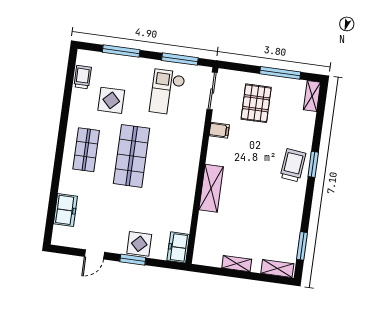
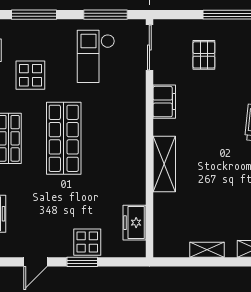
pallet: (256, 103) -> (204, 55), width x0.67, depth x0.71
filing cabinet: (219, 130) -> (164, 102), width x2.00
freezer: (178, 247) -> (134, 223), moved

